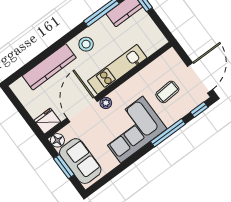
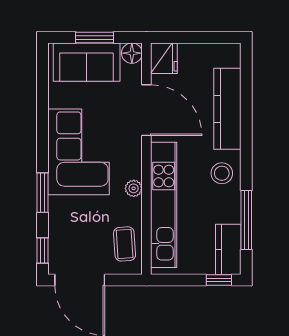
kitchen unit: (117, 69) -> (164, 205), width x1.36
coffee table: (167, 92) -> (125, 244), moved
plant: (106, 103) -> (134, 188), moved
window: (168, 133) -> (42, 193), width x0.69

